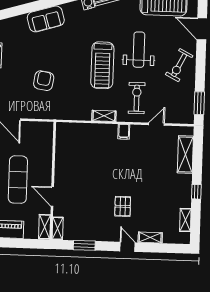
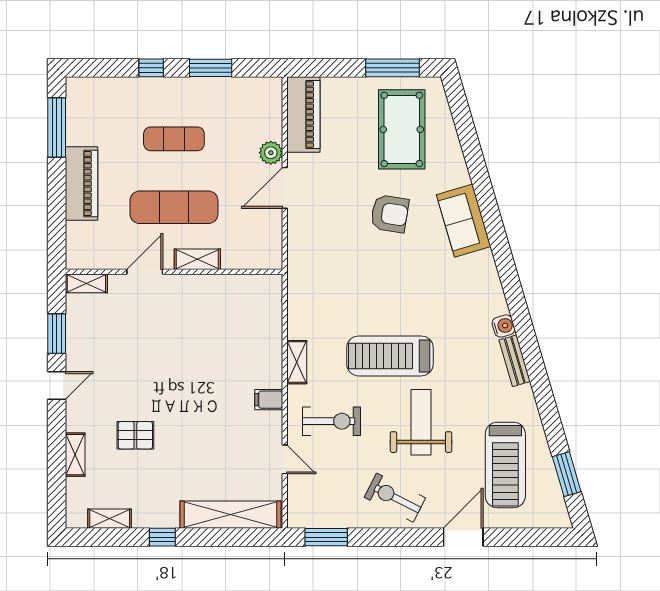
sofa: (46, 19) -> (464, 221), moved
weight bench: (139, 50) -> (421, 422), turned -90
armchair: (44, 81) -> (390, 214), moved
shelving: (185, 154) -> (230, 515), width x1.47
pallet: (123, 206) -> (135, 435), moved
shelving: (45, 227) -> (197, 259), moved
door: (127, 247) -> (57, 385), moved

